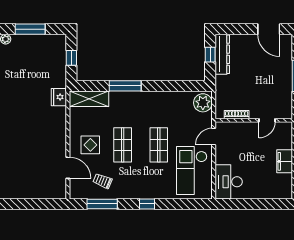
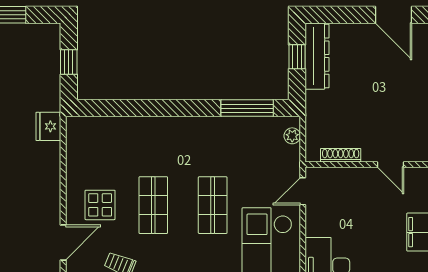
window: (125, 86) -> (247, 108), moved
shelving: (89, 99) -> (98, 129), removed
plant: (203, 103) -> (292, 136), width x0.53, depth x0.53
door: (267, 120) -> (391, 165), hinge flipped
door: (68, 168) -> (63, 243), hinge flipped

